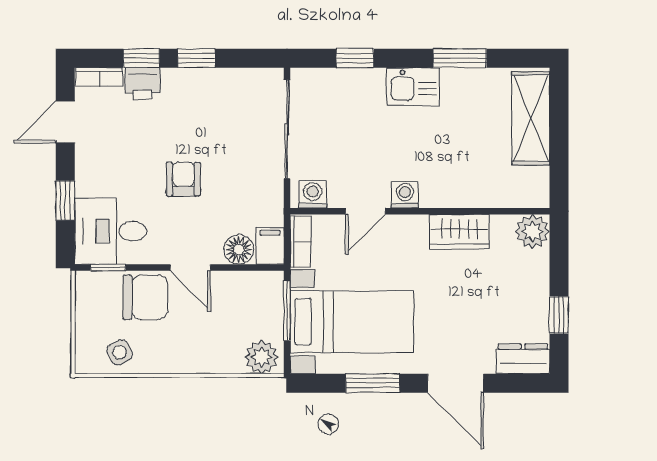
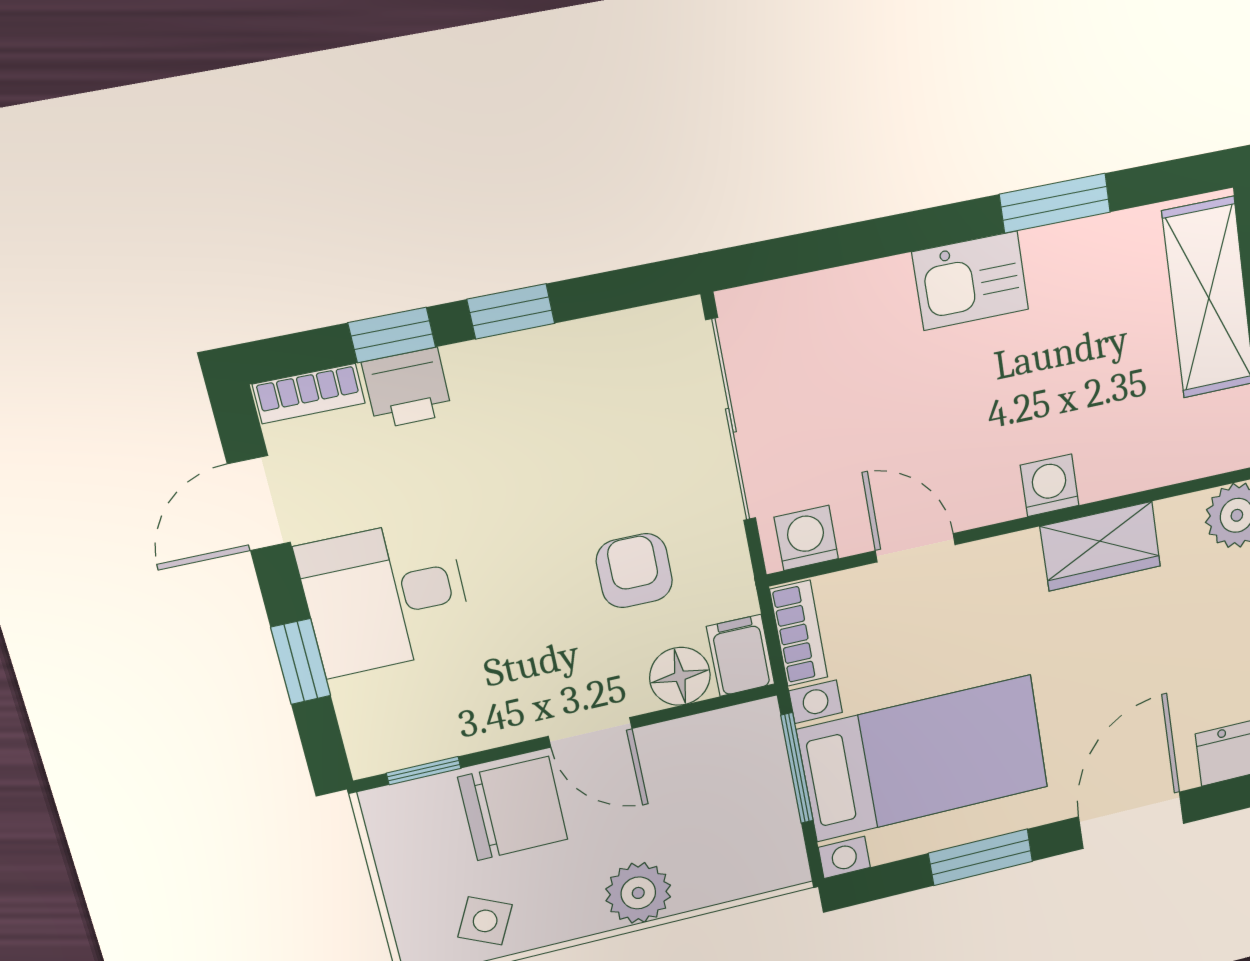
window: (355, 58) -> (843, 245), removed
armchair: (183, 179) -> (634, 571), moved
washing machine: (405, 195) -> (1050, 485), moved
door: (365, 211) -> (915, 548), swing flipped
desk: (111, 231) -> (386, 597), moved
side table: (120, 352) -> (485, 921), turned -38
plant: (261, 357) -> (638, 893), moved
door: (456, 383) -> (1131, 820), swing flipped

